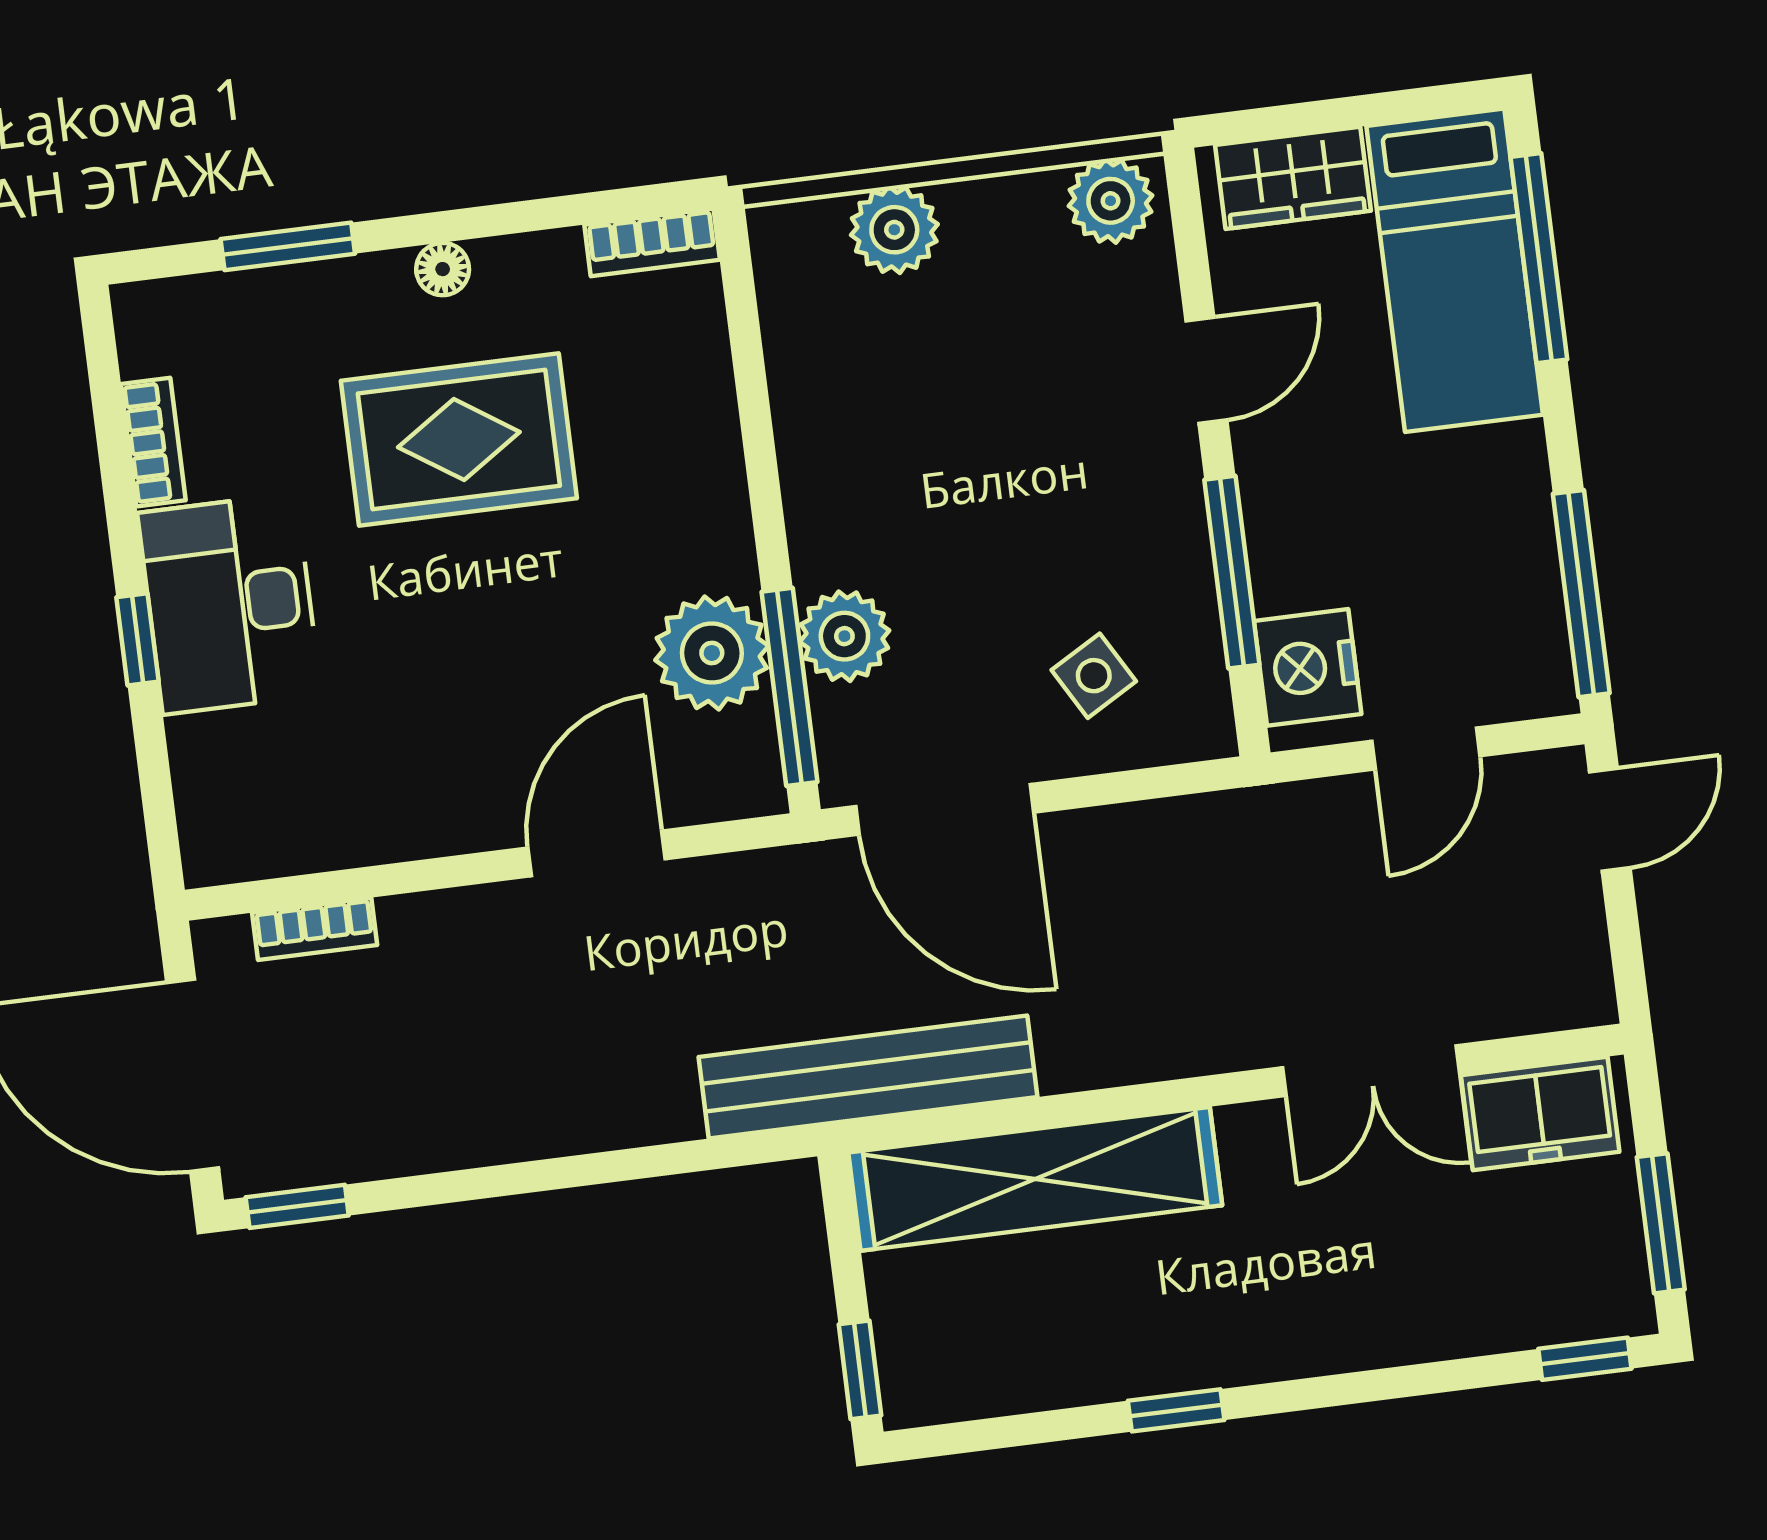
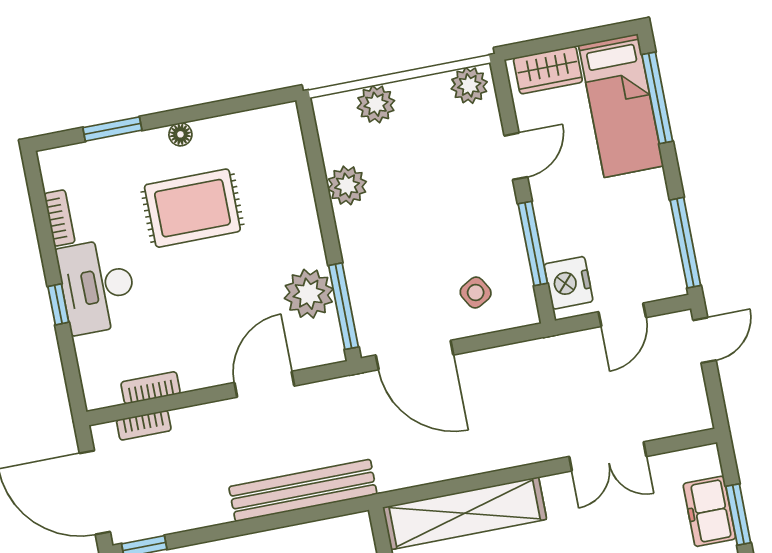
bookcase: (652, 242) -> (151, 388), moved, turned 180
plant: (844, 636) -> (347, 185), moved
bench: (868, 1077) -> (303, 490), moved
freezer: (1540, 1113) -> (709, 511), moved, turned 90

